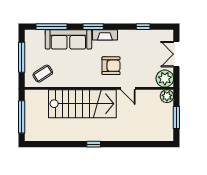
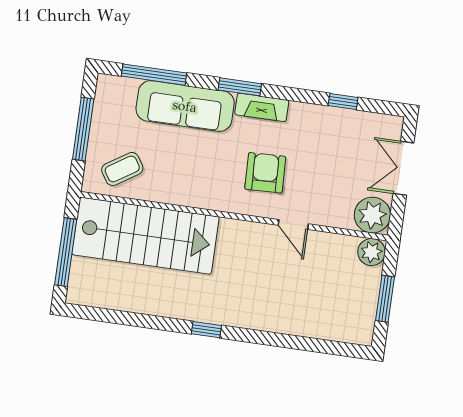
armchair: (111, 66) -> (265, 173), turned -92
stairs: (82, 104) -> (145, 236), moved

